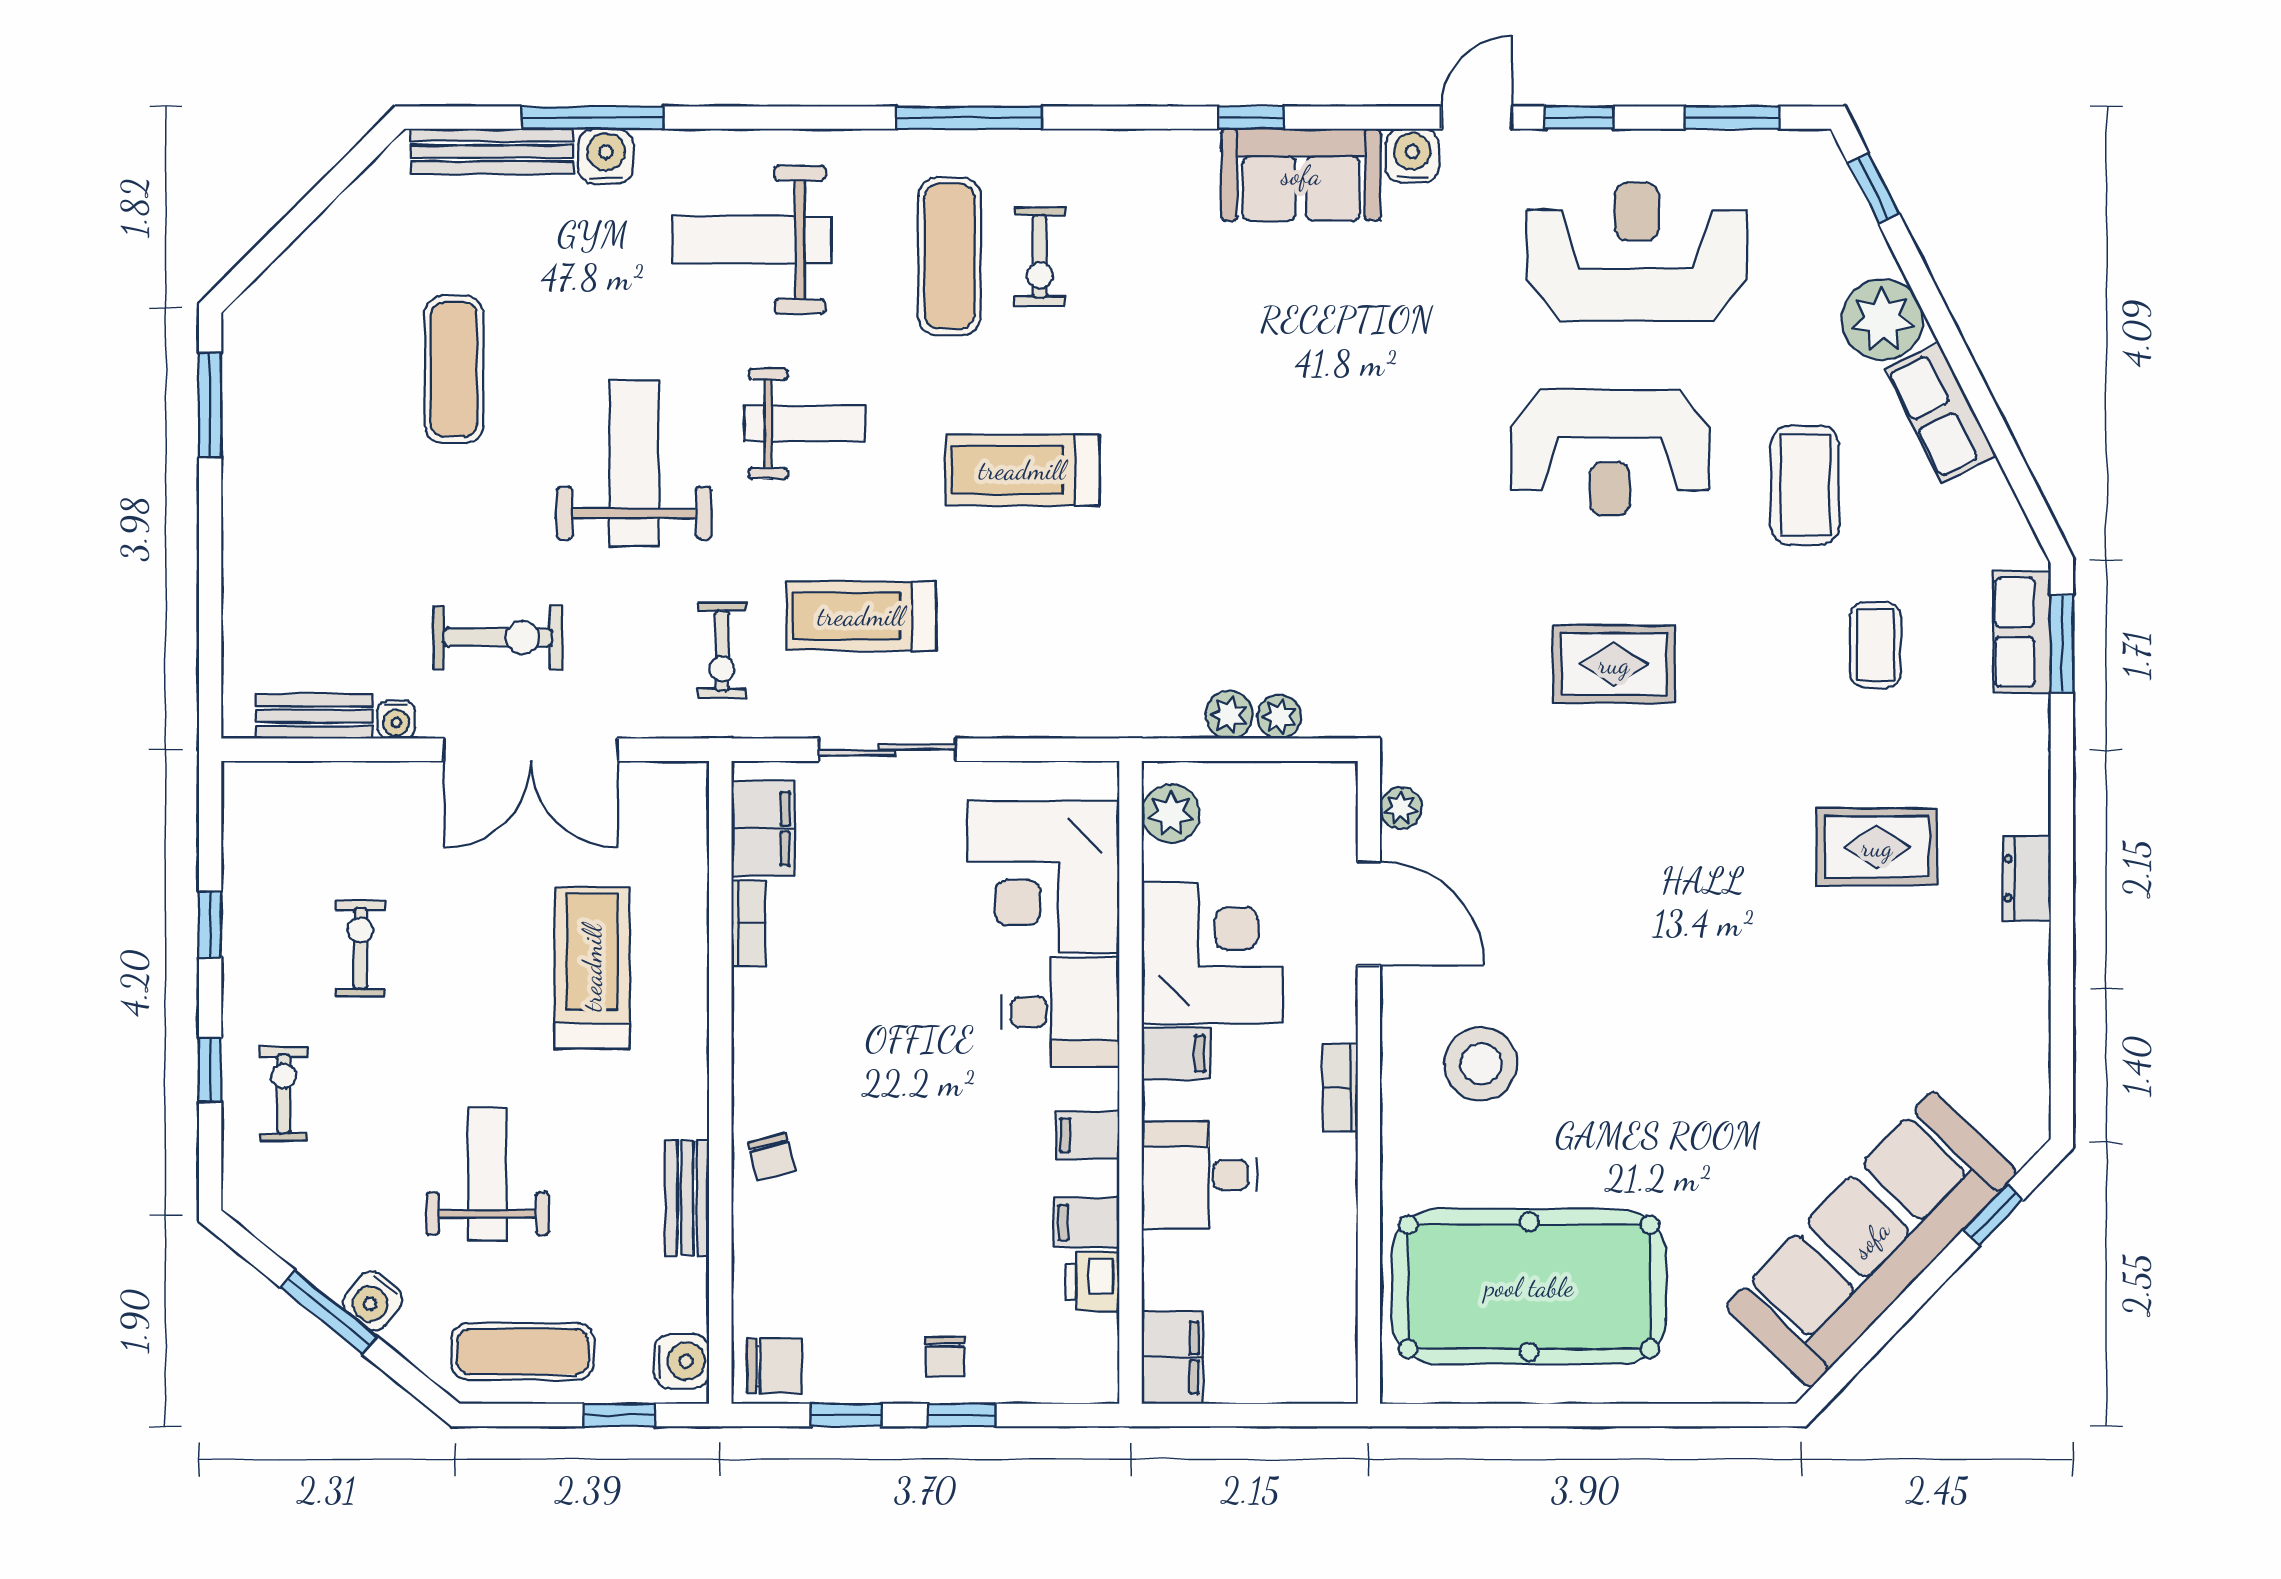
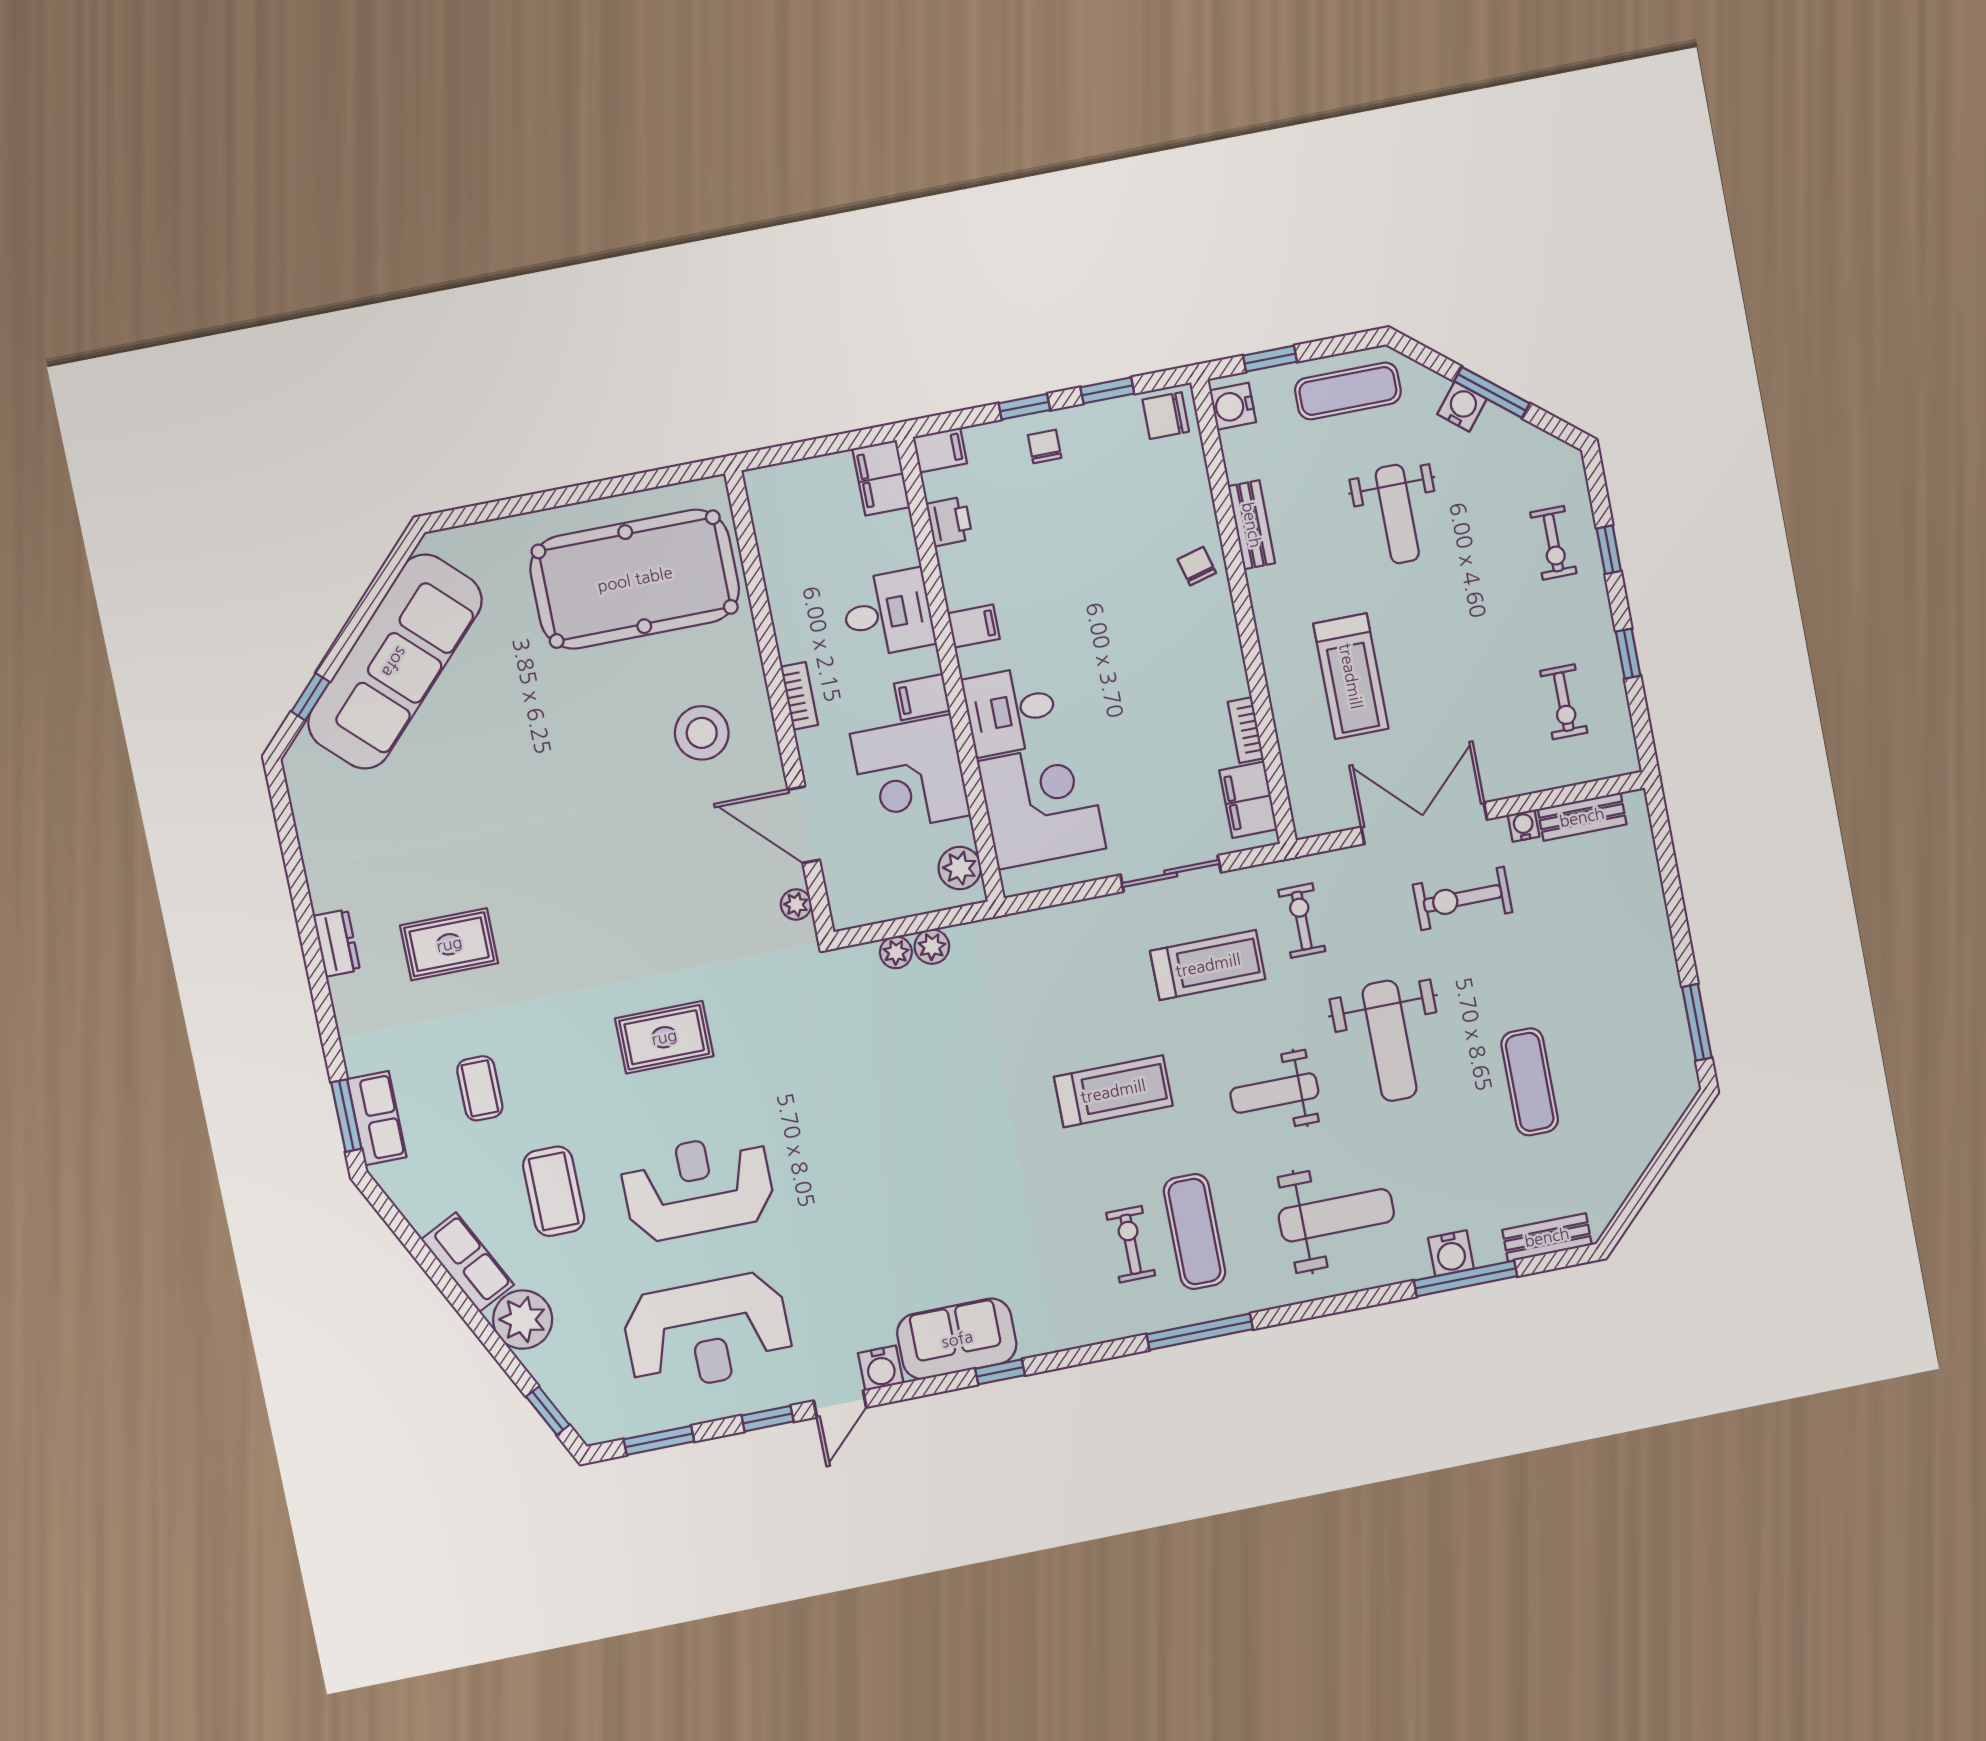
bench: (492, 151) -> (1547, 1237), width x0.73
exercise bike: (360, 949) -> (1564, 702), moved
filing cabinet: (1086, 1223) -> (940, 450), moved

